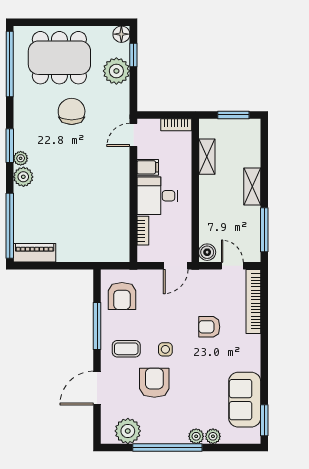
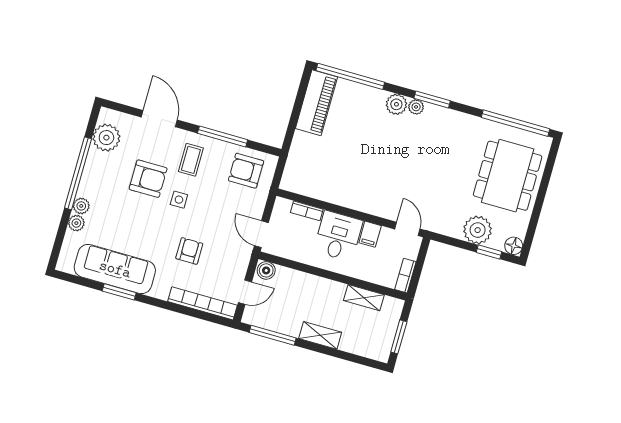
chair: (72, 111) -> (449, 173), removed
piano: (35, 253) -> (316, 103), width x1.37, depth x1.33
sofa: (245, 400) -> (115, 269), width x1.36
window: (264, 420) -> (119, 292), moved

